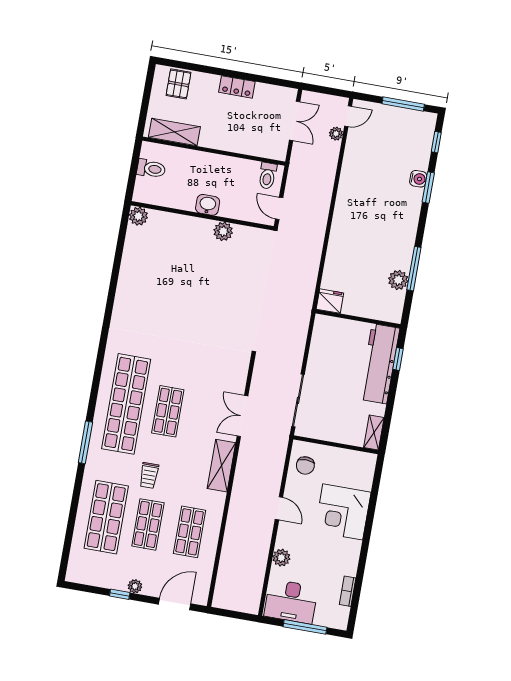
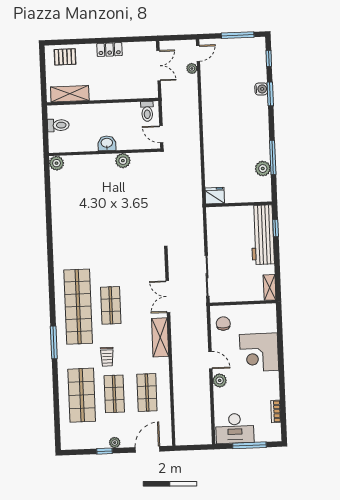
pallet: (178, 84) -> (65, 57), turned 90
chair: (305, 465) -> (223, 324), turned 180
plant: (281, 558) -> (220, 380), moved

